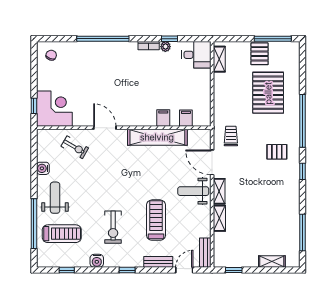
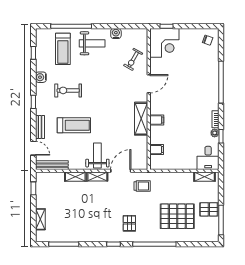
filing cabinet: (163, 118) -> (157, 120), moved
shelving: (157, 137) -> (141, 119), width x0.68
bench: (205, 253) -> (52, 165), width x1.36

